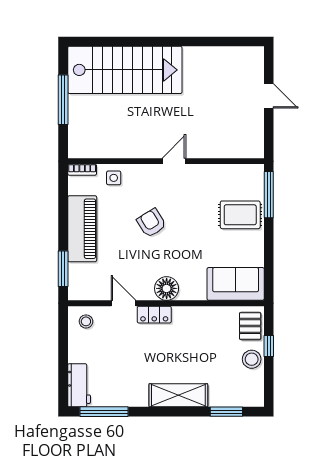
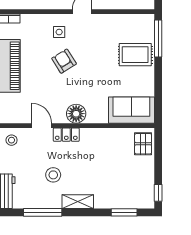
side table: (114, 178) -> (59, 32), moved
window: (269, 346) -> (158, 193), moved
stool: (252, 359) -> (53, 175), moved
shelving: (178, 395) -> (78, 202), width x0.67, depth x0.75
window: (104, 412) -> (43, 212), moved

